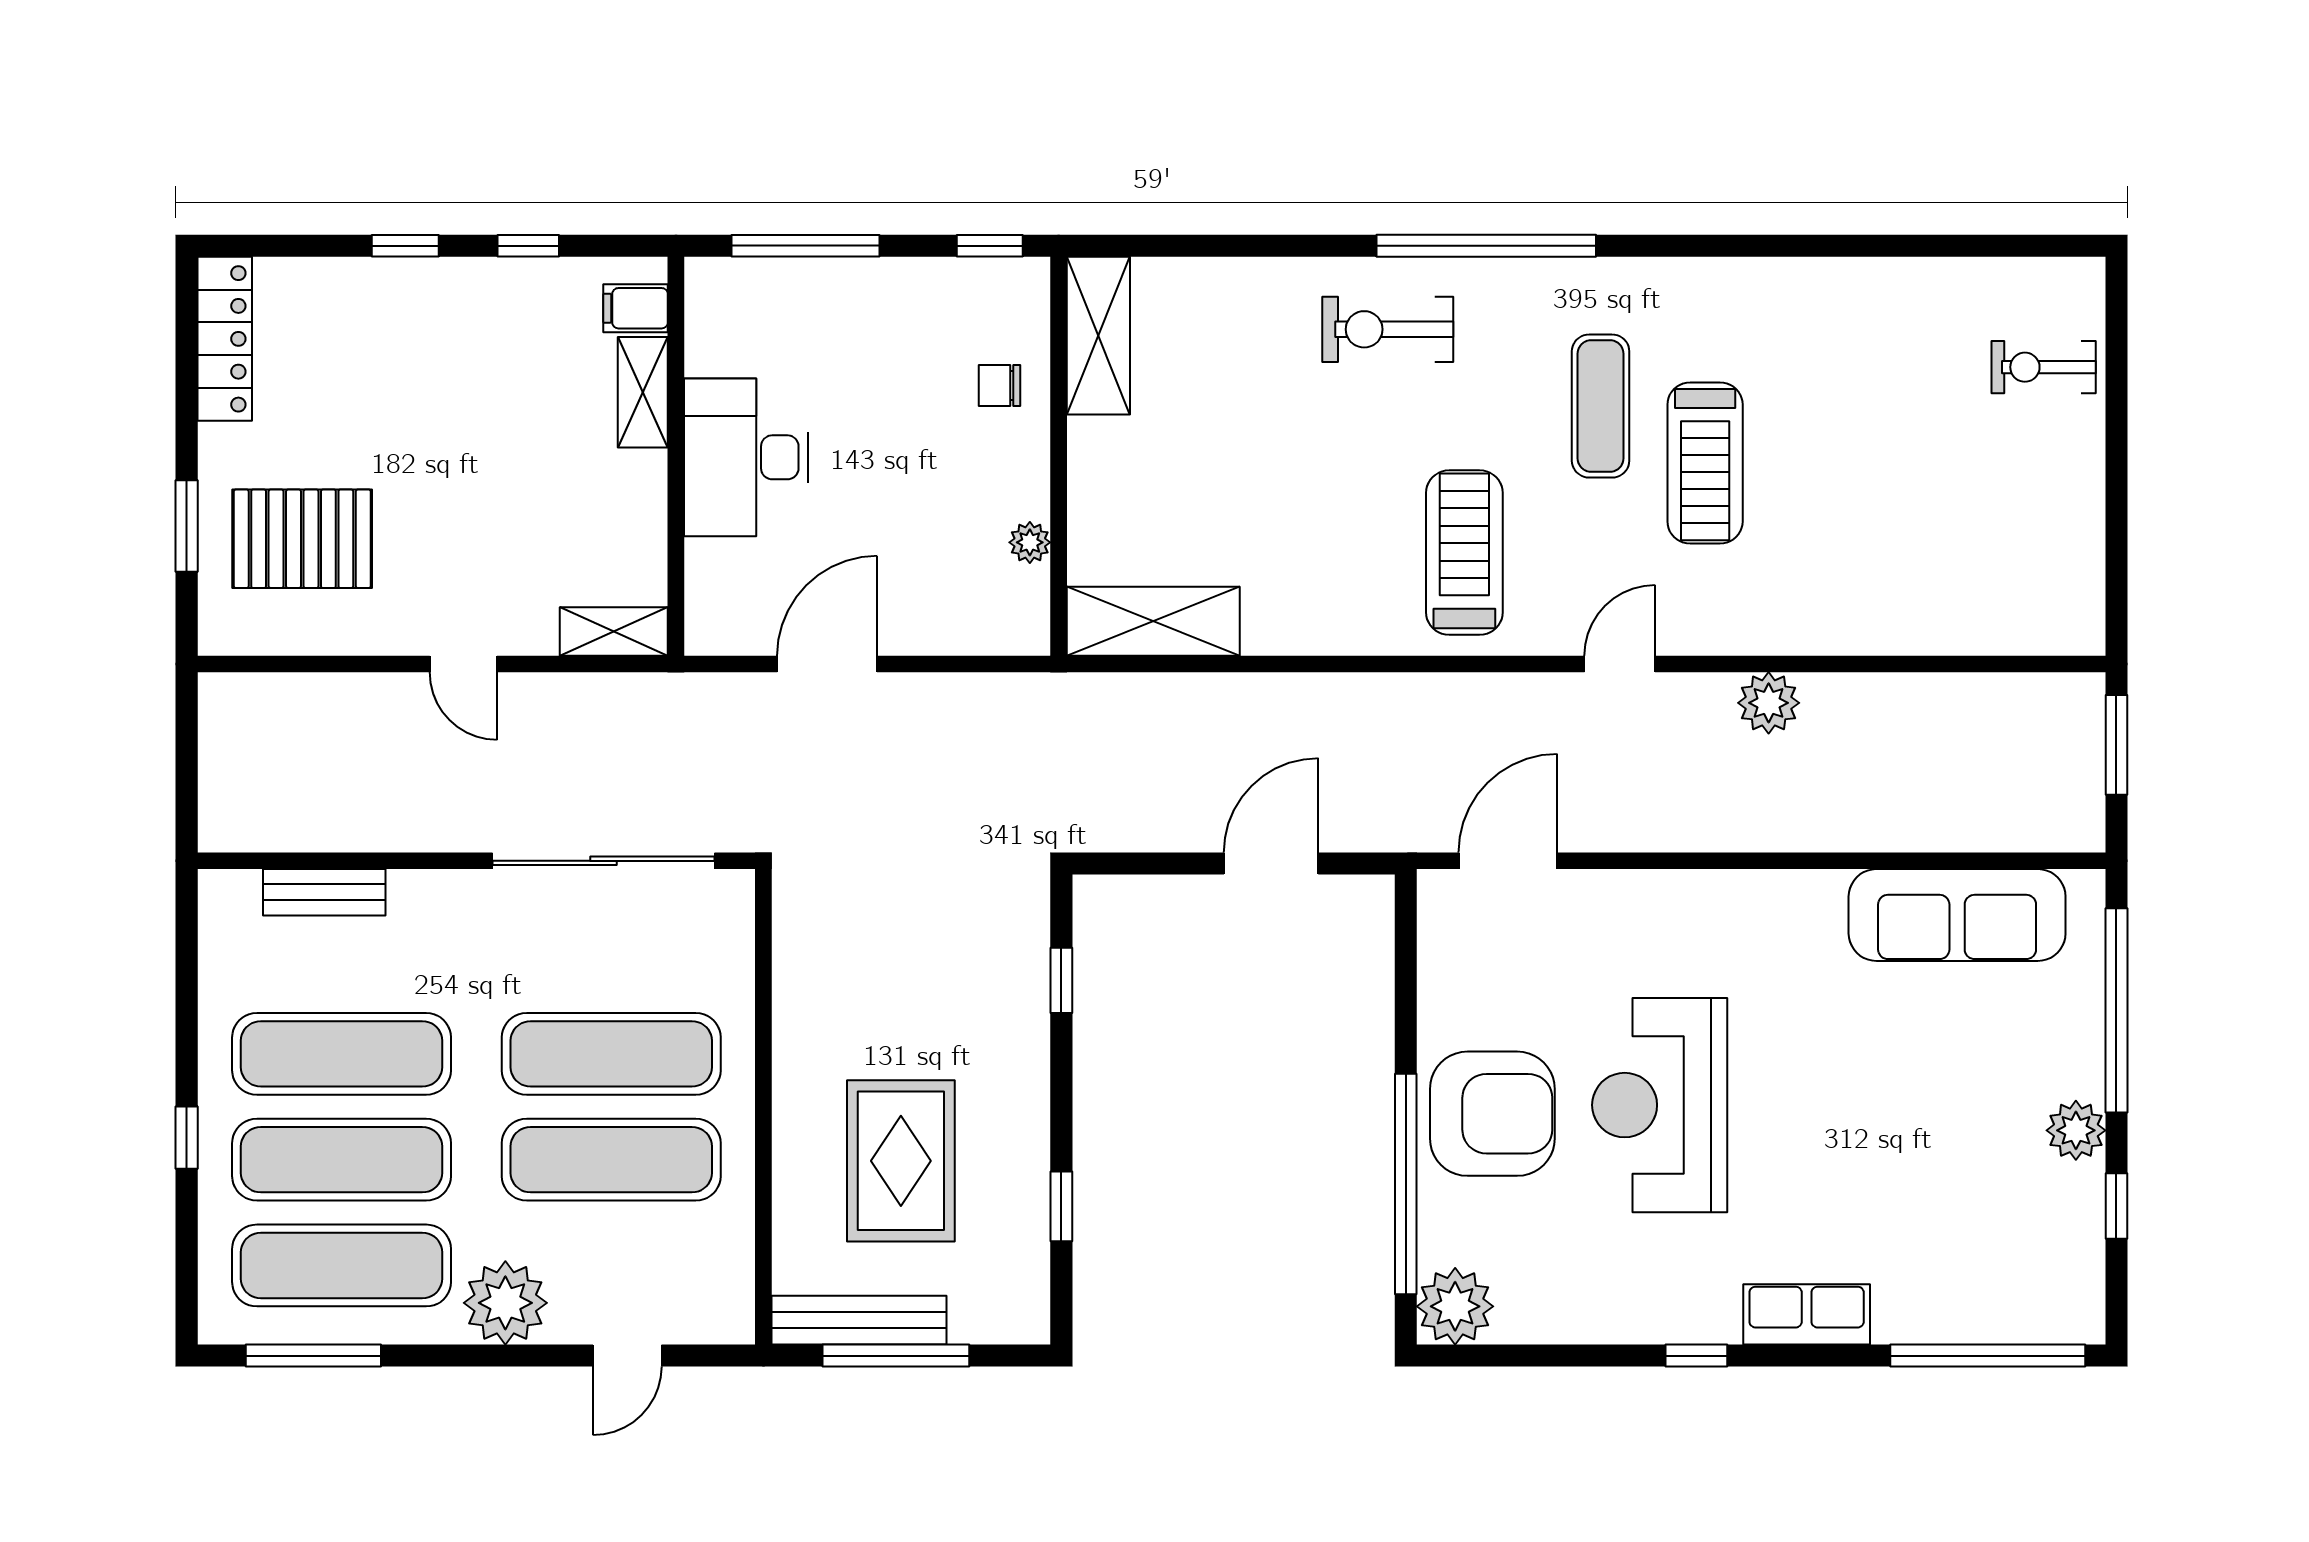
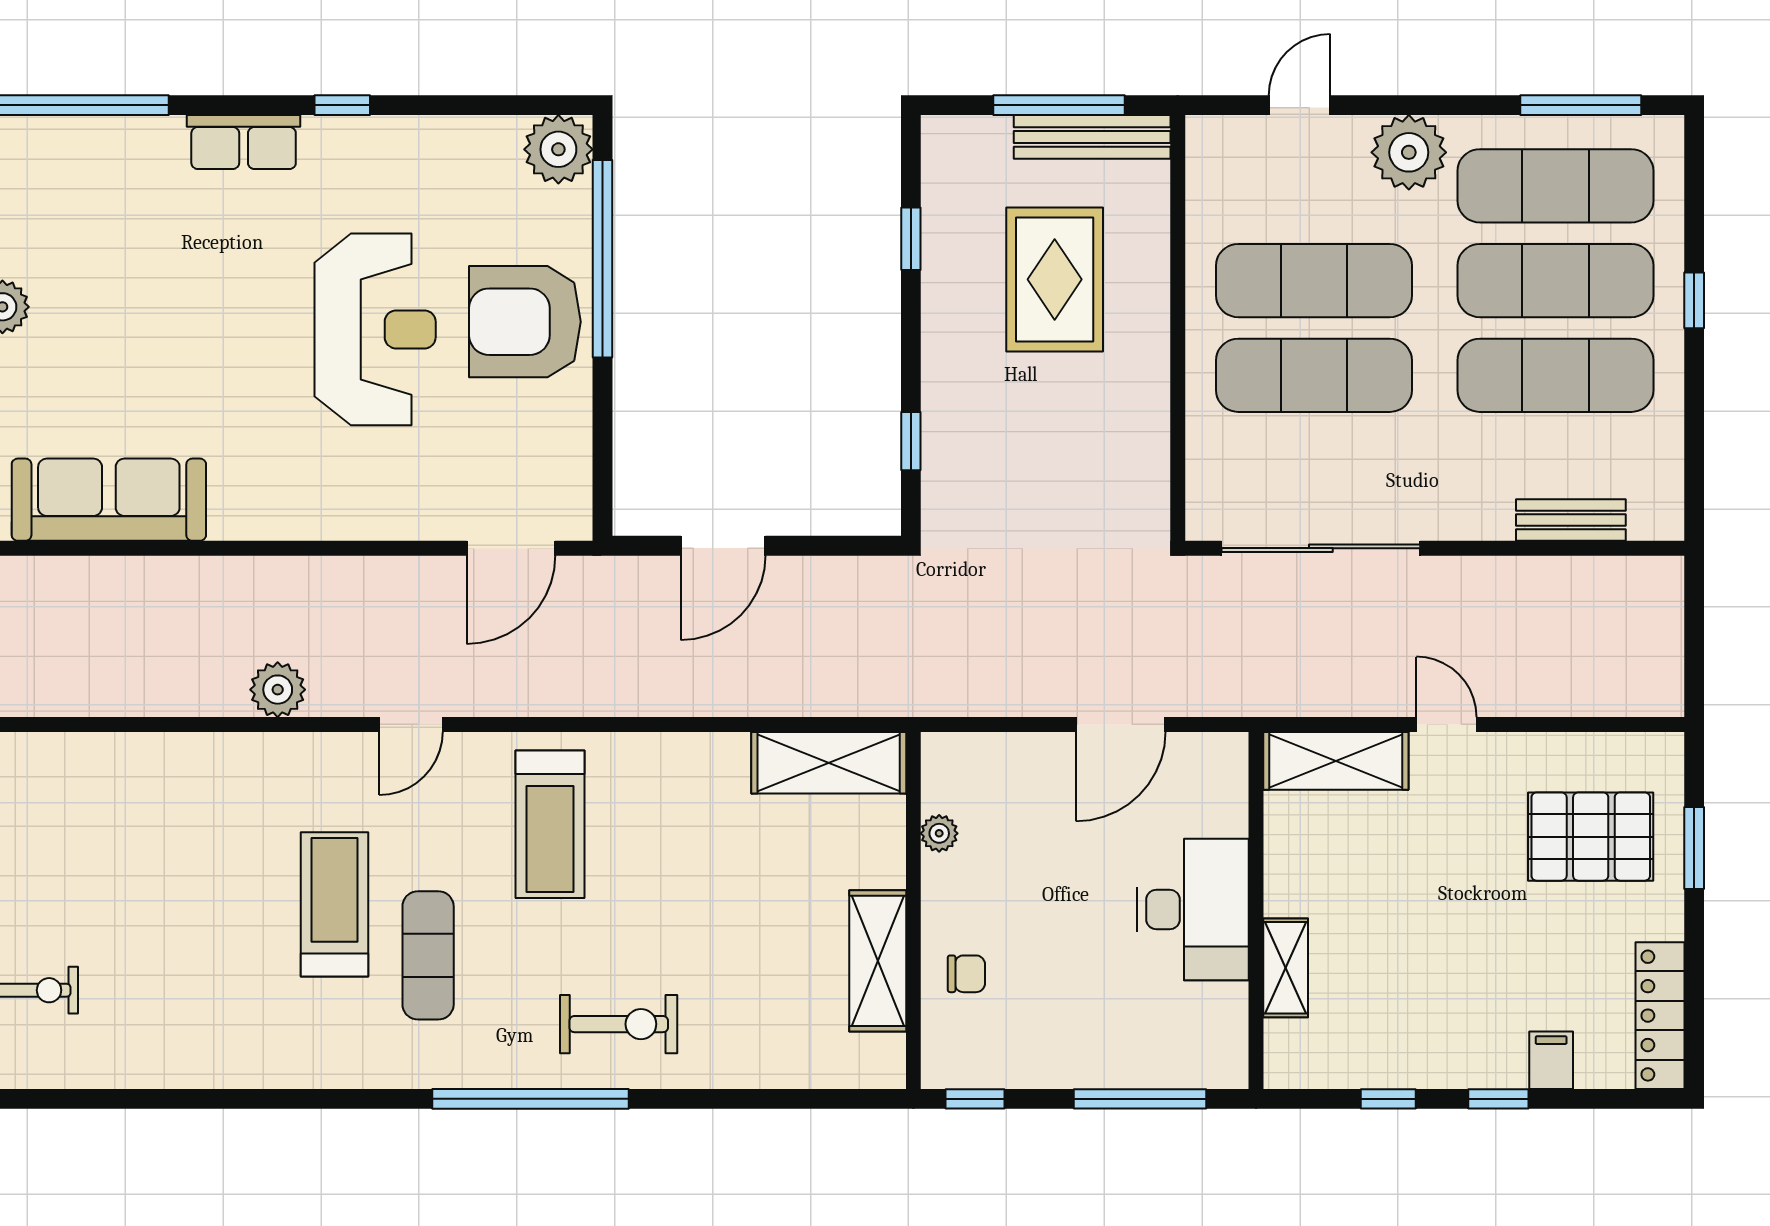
filing cabinet: (636, 308) -> (1551, 1060), moved, turned -90
shelving: (1098, 336) -> (878, 961), moved
shelving: (614, 631) -> (1336, 761), width x1.50, depth x1.33

